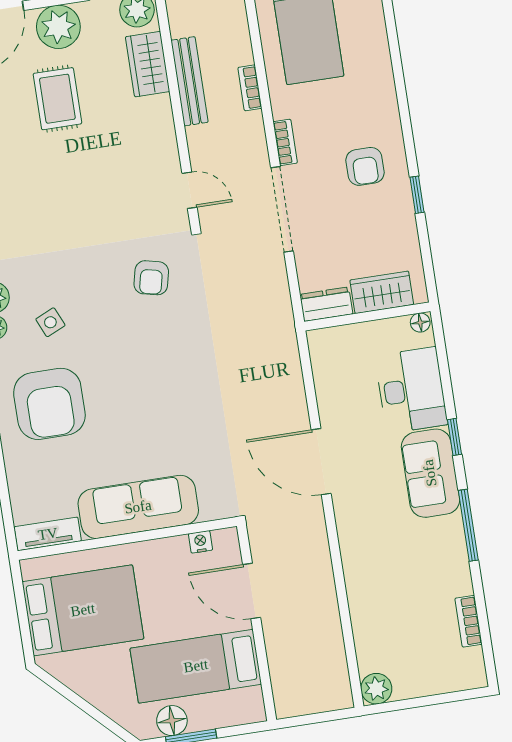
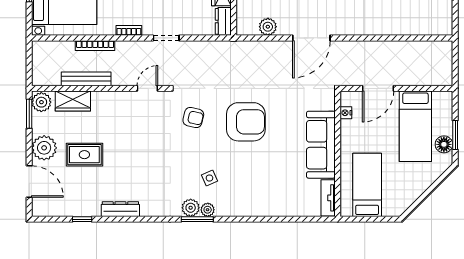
bookcase: (250, 88) -> (95, 46), width x1.56
doorway: (282, 209) -> (166, 38), width x0.53
armchair: (49, 404) -> (246, 122), moved
bed: (83, 610) -> (367, 185), width x0.67
plant: (376, 689) -> (268, 27), moved

